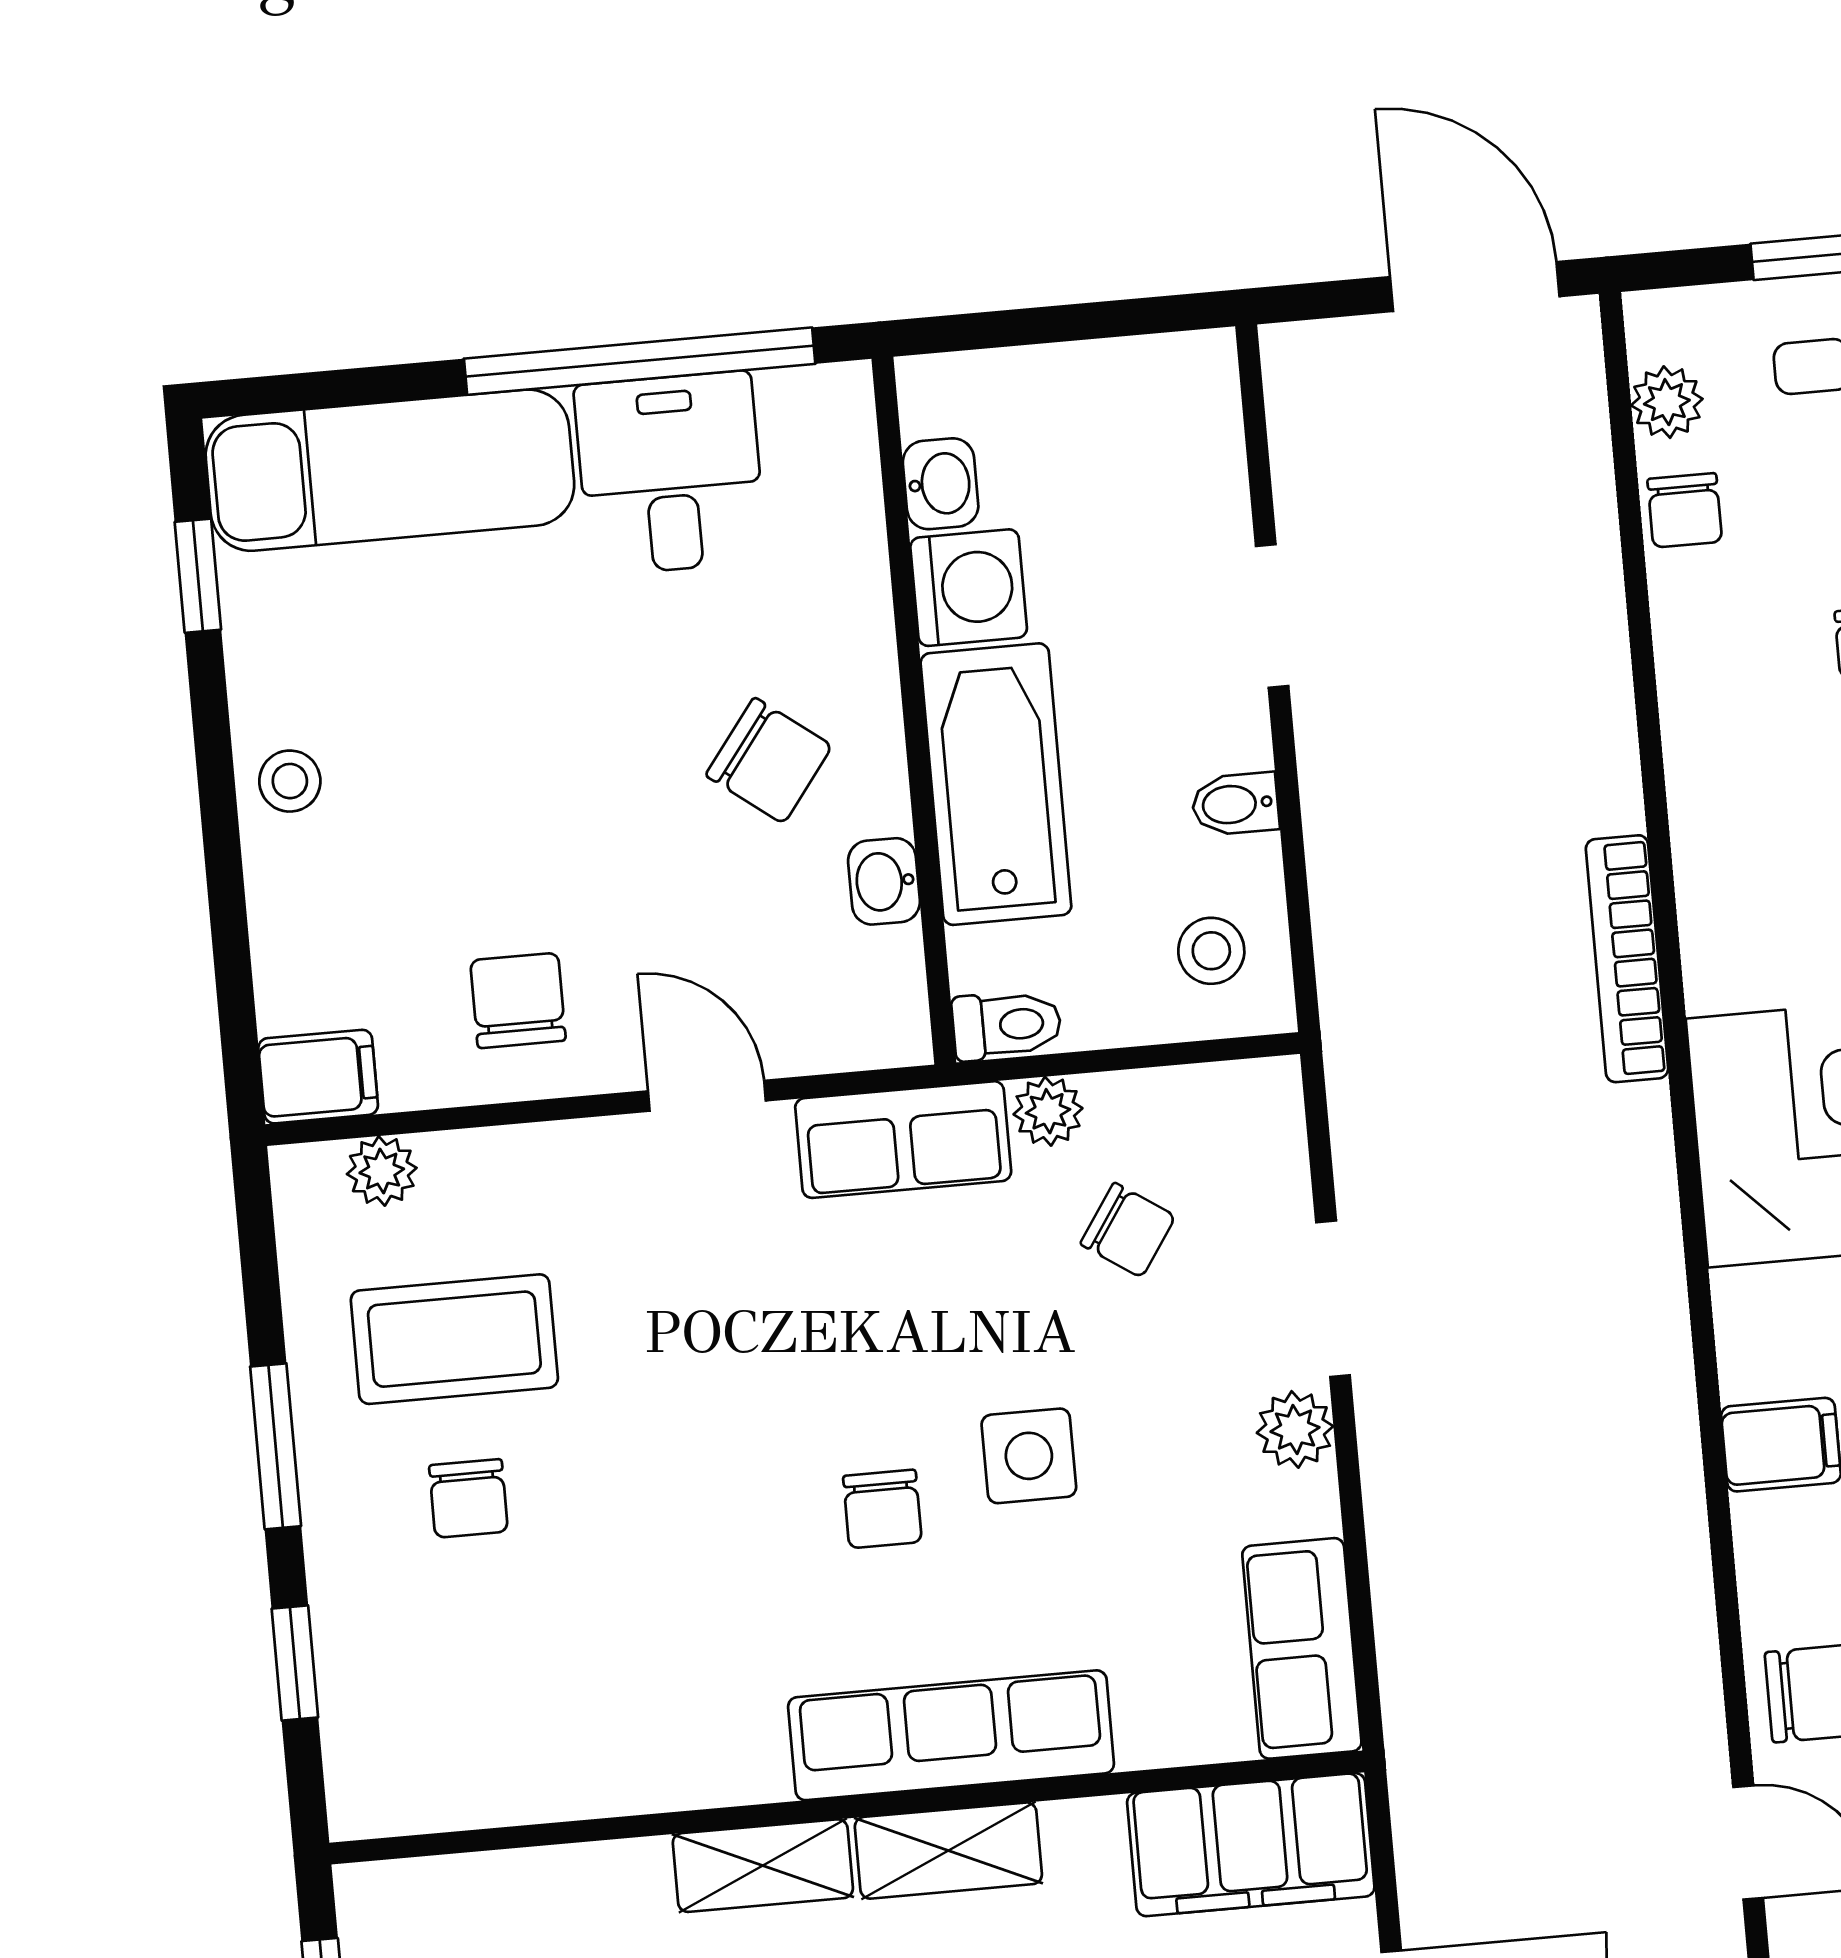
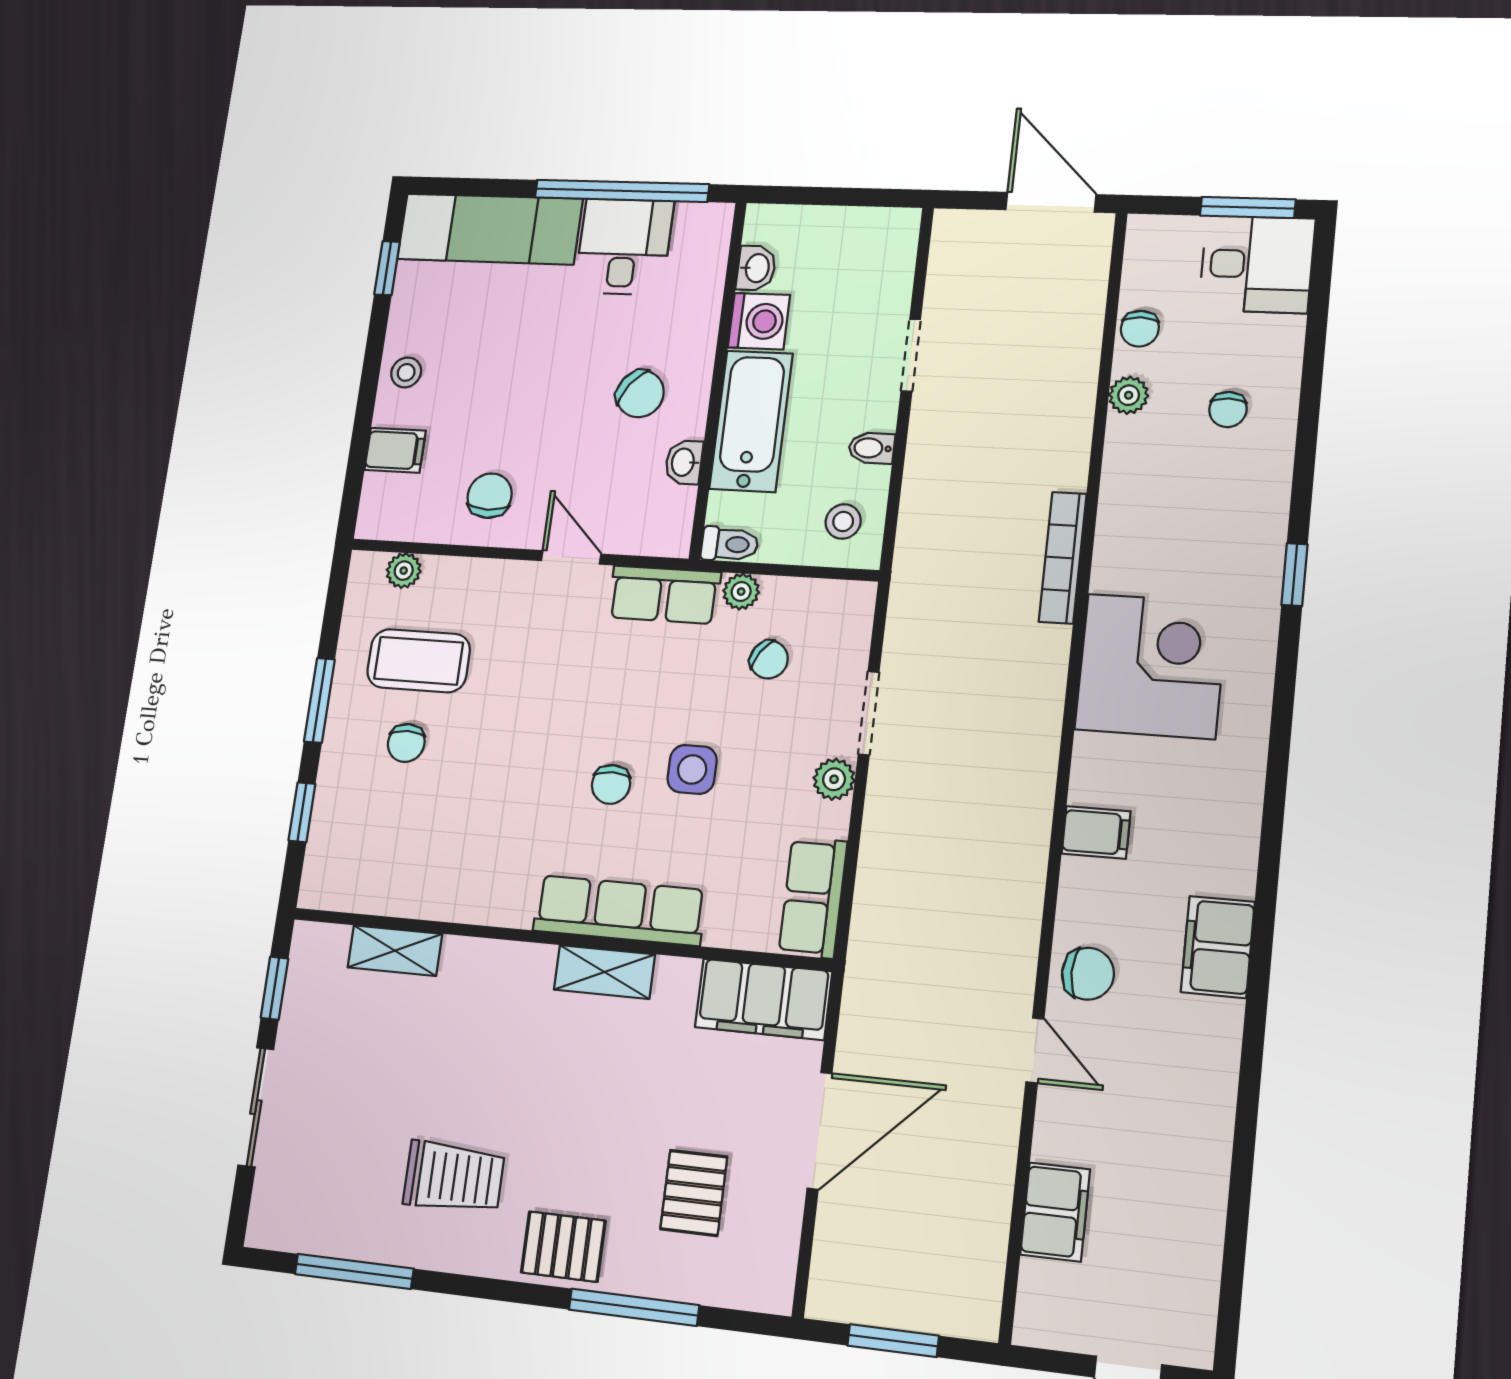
plant: (1667, 402) -> (1129, 395), moved
filing cabinet: (318, 1077) -> (395, 450), moved
shelving: (763, 1866) -> (395, 951), moved

